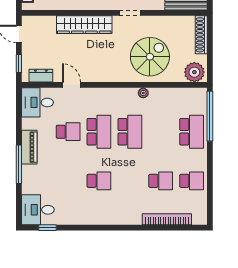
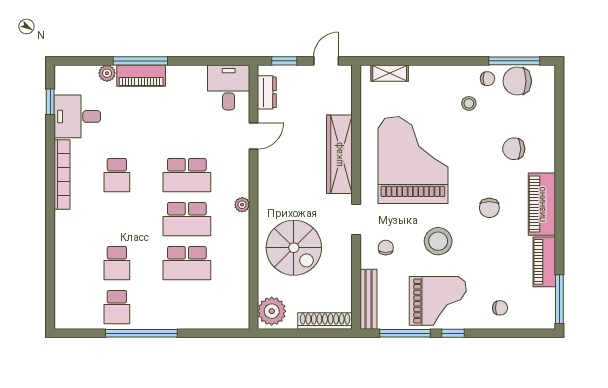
plant: (143, 93) -> (242, 205), moved
window: (210, 116) -> (141, 333), moved
school desk: (68, 132) -> (187, 131), removed
school desk: (192, 132) -> (187, 263), moved
piano: (29, 147) -> (141, 76), moved
plant: (27, 188) -> (107, 73), added
desk: (38, 210) -> (77, 116), moved, turned -90
bookcase: (167, 219) -> (62, 174), moved

